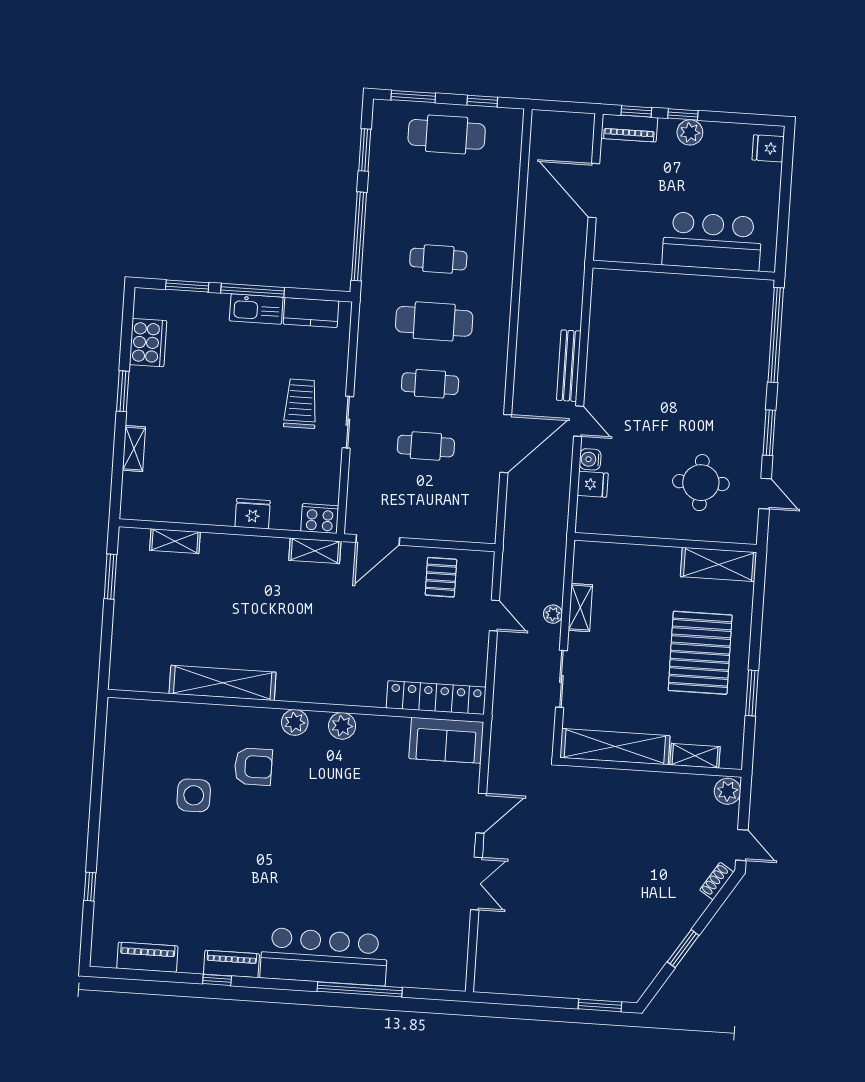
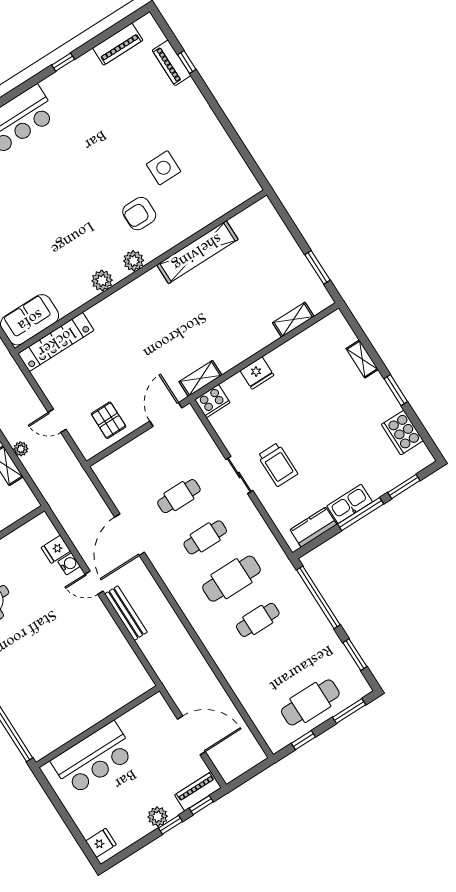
piano: (231, 964) -> (172, 63), moved, turned 90

